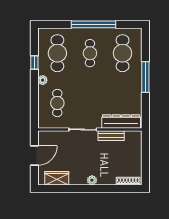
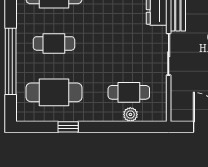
window: (93, 24) -> (11, 61), moved
plant: (43, 80) -> (130, 114), moved

